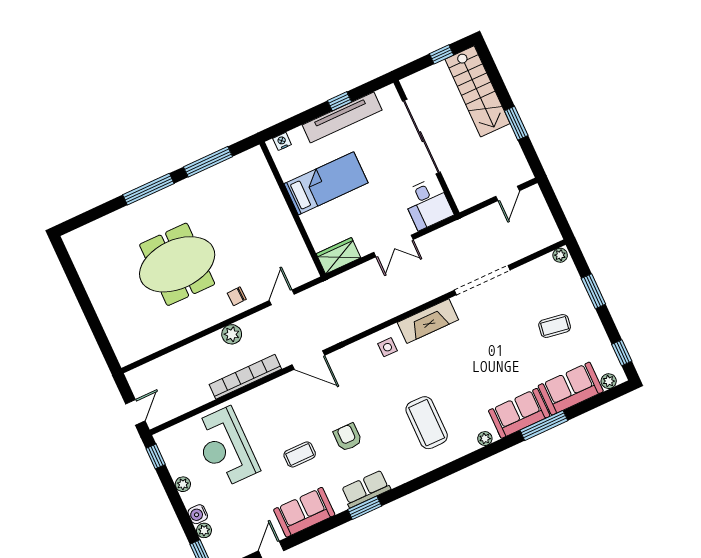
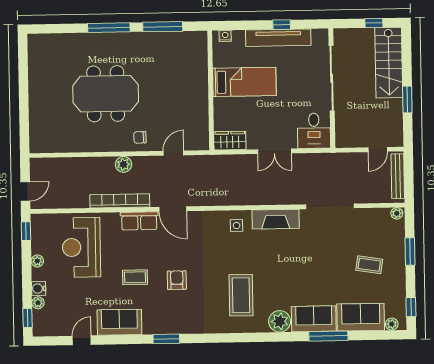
bench: (543, 213) -> (398, 176), added
plant: (485, 439) -> (280, 321), width x1.88, depth x1.88
row of seats: (366, 489) -> (139, 221), moved, turned 180

